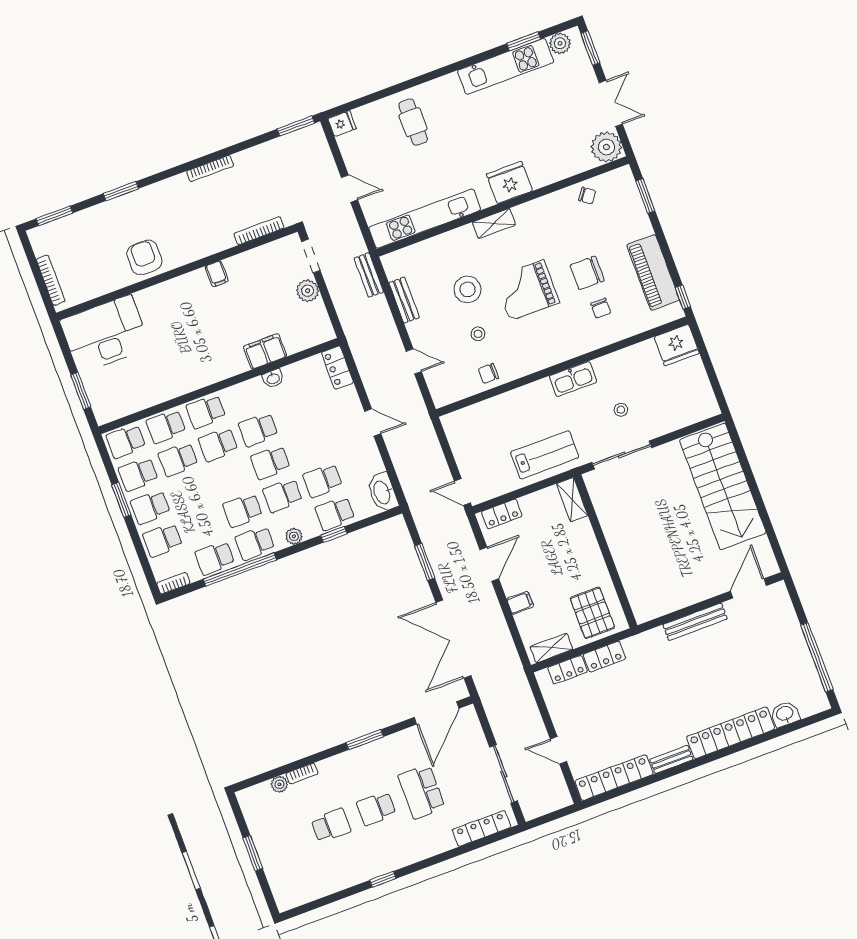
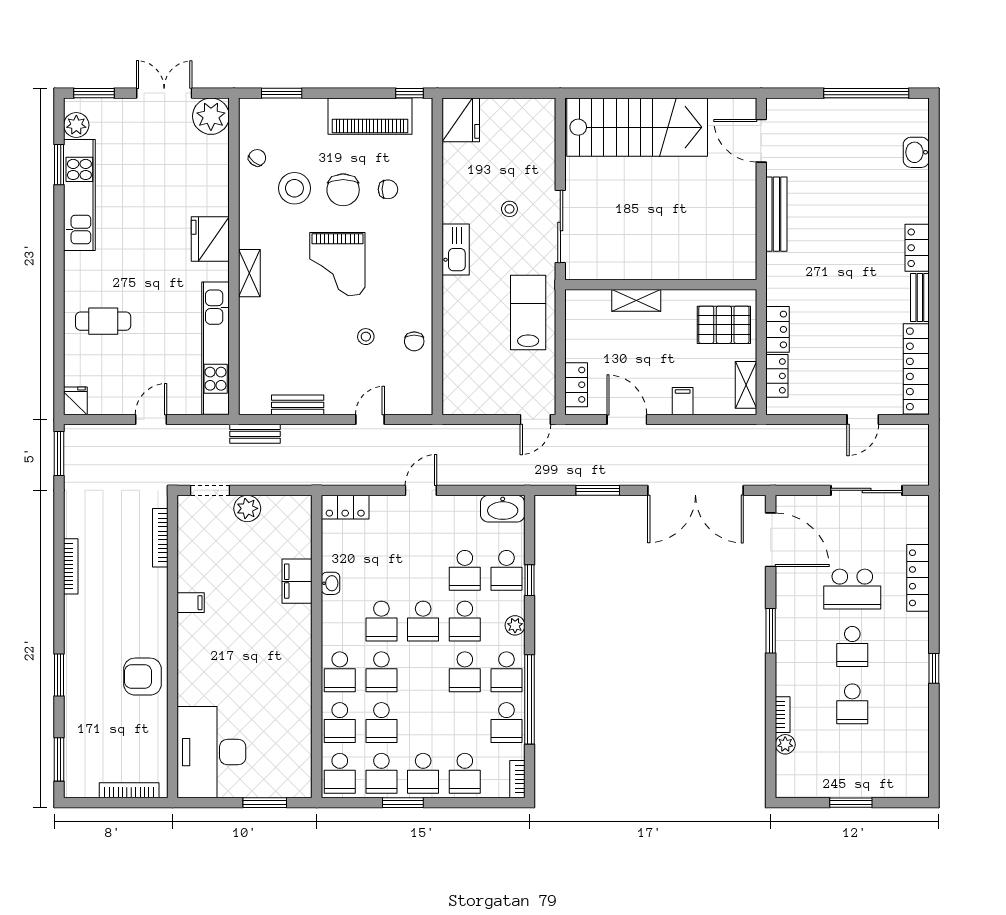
stool: (468, 289) -> (294, 188), moved
shelving: (572, 500) -> (636, 300), moved
locker: (731, 733) -> (917, 248), width x0.46, depth x0.83
school desk: (331, 825) -> (852, 704), turned 180
locker: (482, 828) -> (918, 578), moved

